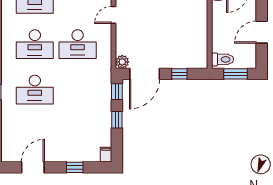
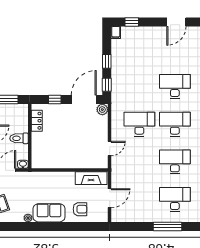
locker: (201, 48) -> (37, 121), added
toilet: (223, 59) -> (19, 138), moved
window: (75, 167) -> (132, 22), moved

